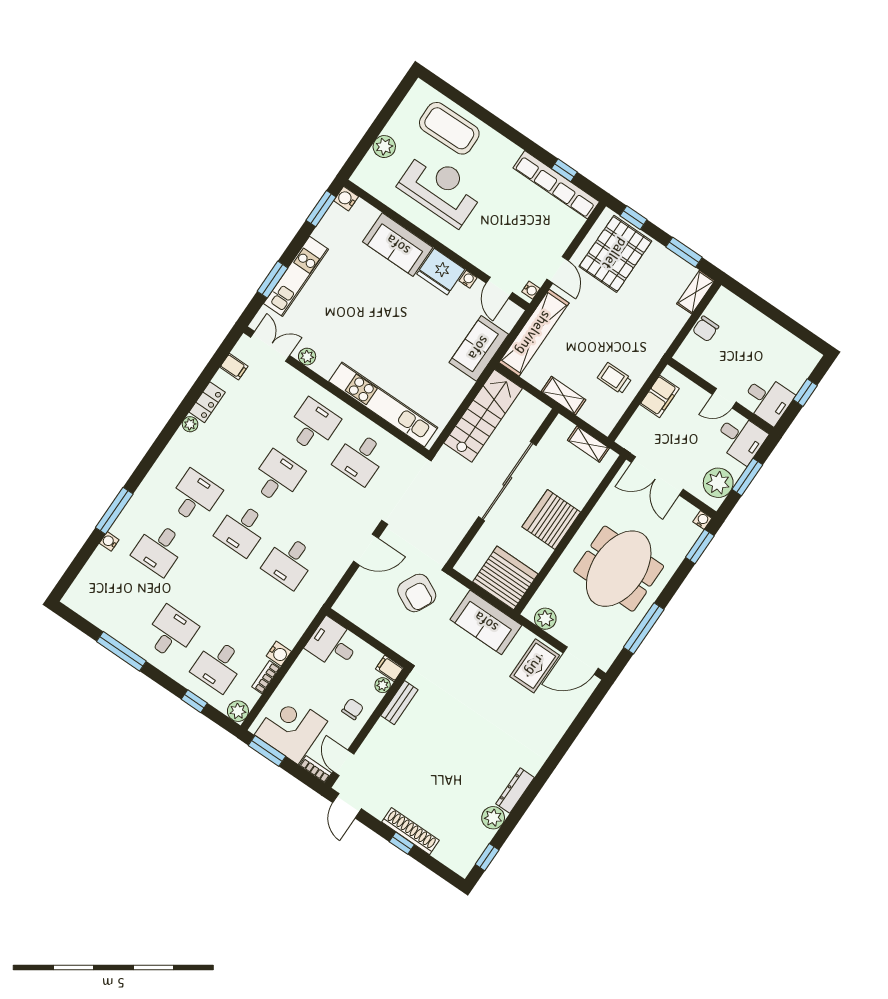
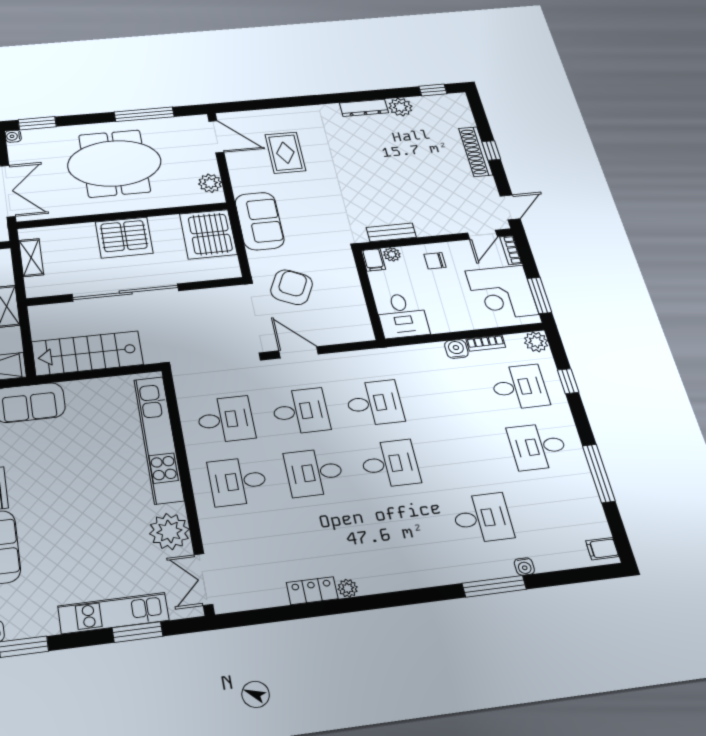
plant: (307, 357) -> (169, 531), width x1.87, depth x1.87
filing cabinet: (234, 367) -> (602, 549), moved, turned -90
desk: (195, 497) -> (300, 411), moved, turned 180
rug: (535, 666) -> (285, 153), moved, turned 90

